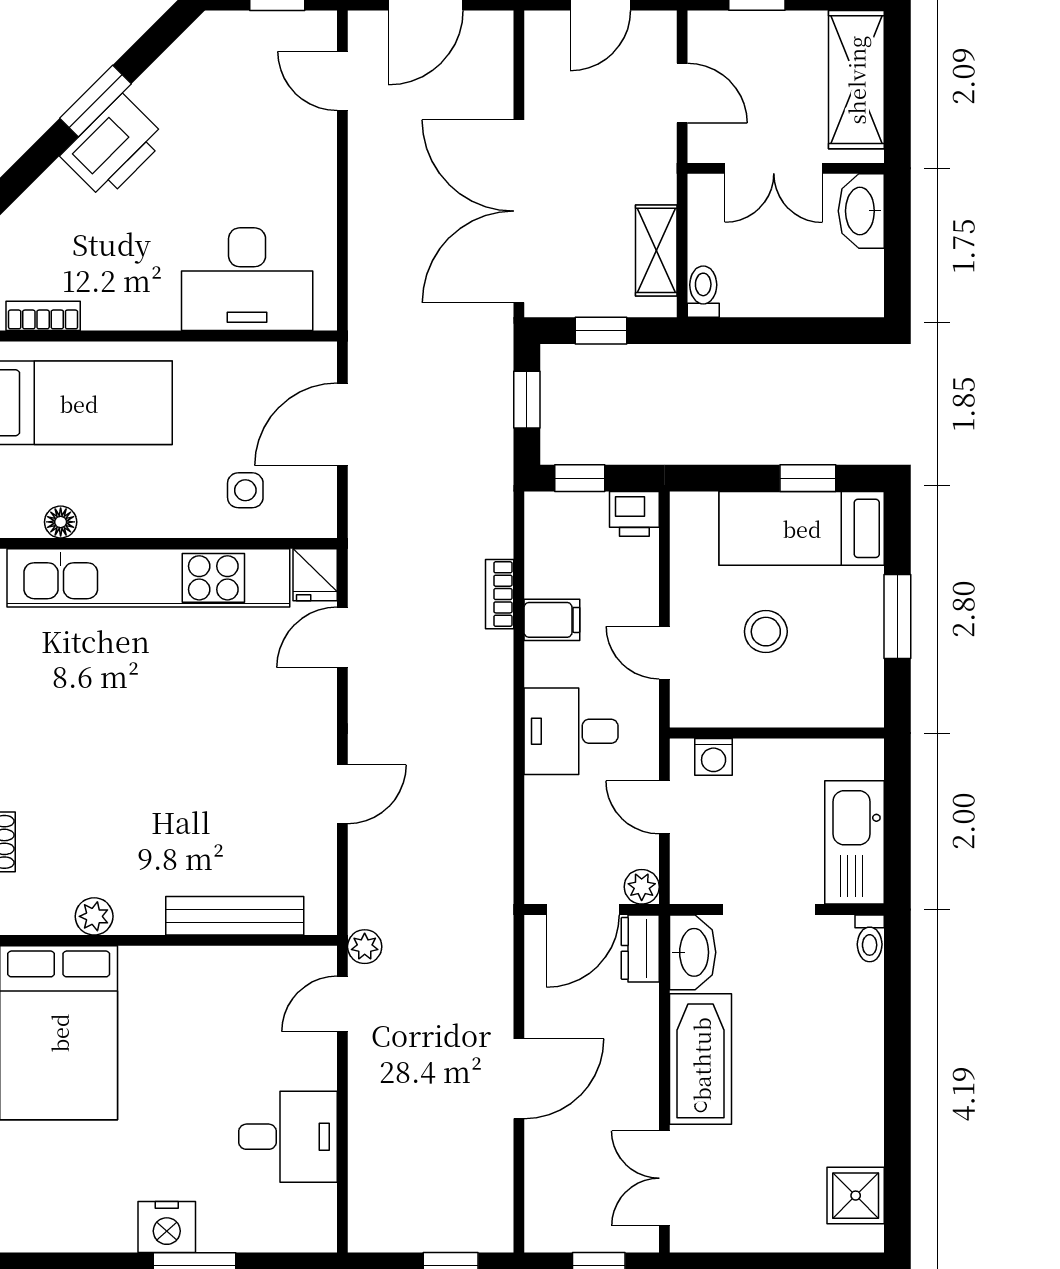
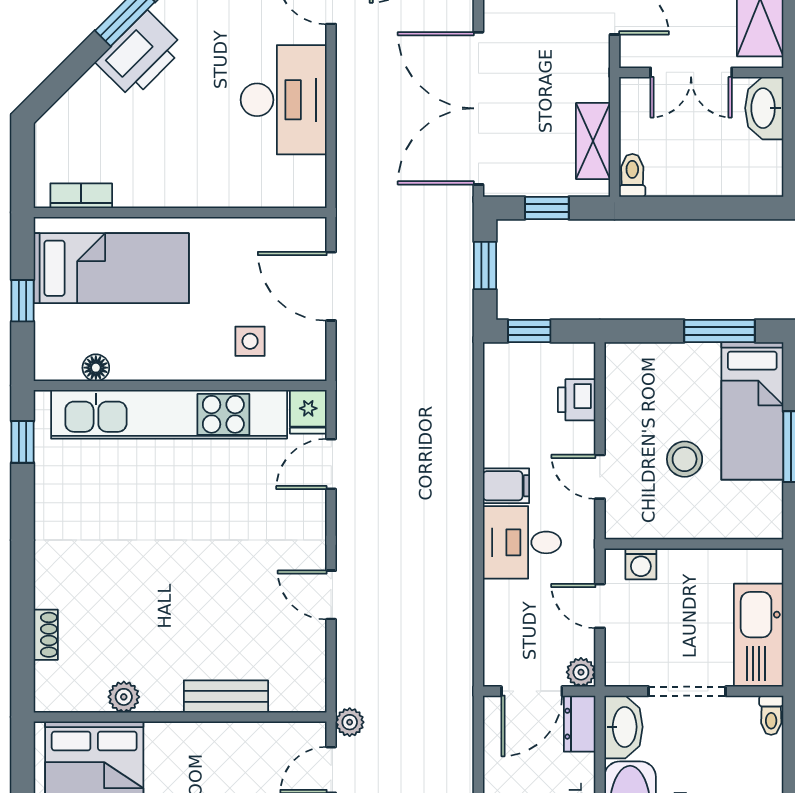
desk: (247, 279) -> (284, 100), moved, turned -90
door: (342, 424) -> (331, 286), hinge flipped
window: (808, 478) -> (720, 331), width x1.50
printer: (634, 514) -> (577, 400), moved, turned 90
bed: (802, 528) -> (752, 411), moved, turned -90
bookcase: (500, 594) -> (462, 428), removed
filing cabinet: (552, 620) -> (506, 486), moved
door: (342, 794) -> (331, 595), swing flipped
bench: (235, 916) -> (226, 696), width x0.73

